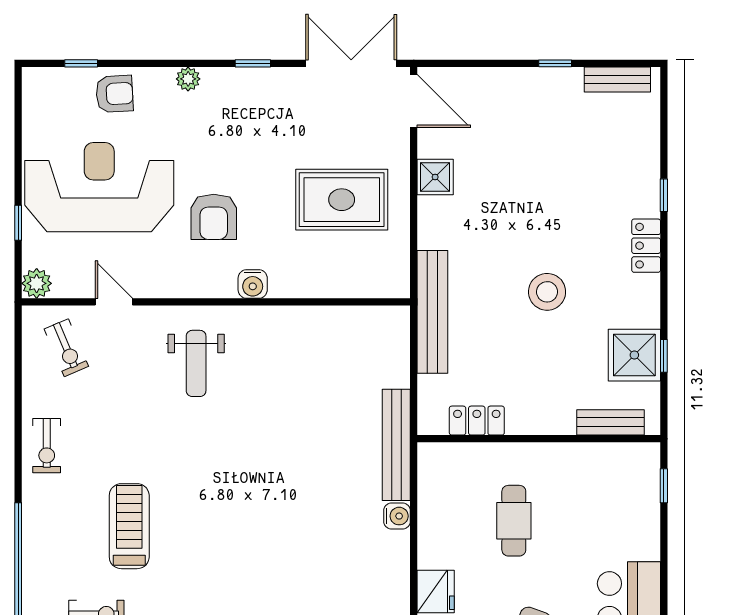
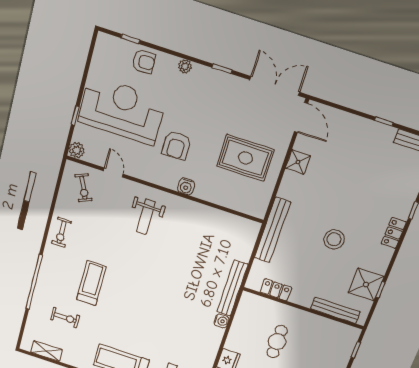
bench: (611, 422) -> (335, 310), width x1.36

